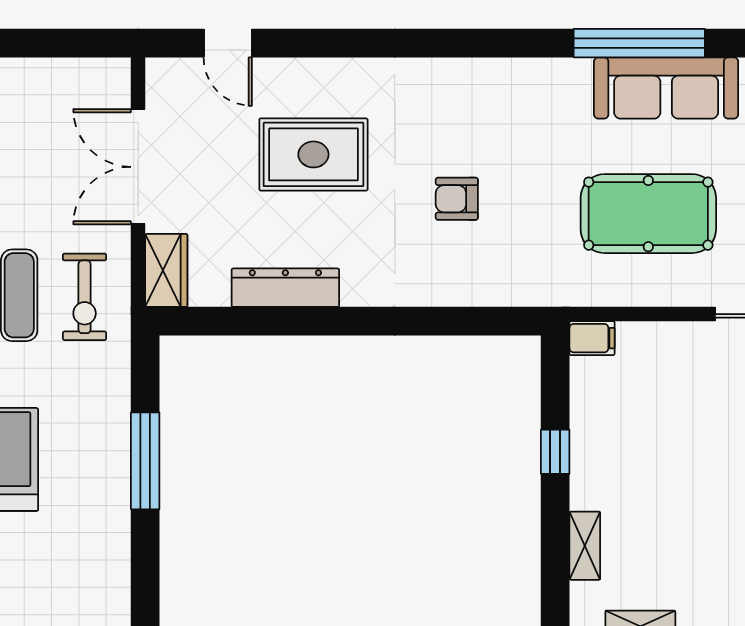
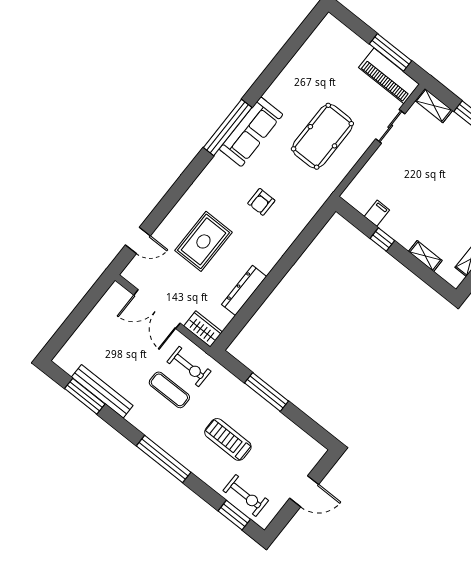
window: (639, 43) -> (228, 127), moved
sofa: (666, 88) -> (251, 132), moved
filing cabinet: (592, 338) -> (377, 213), moved

